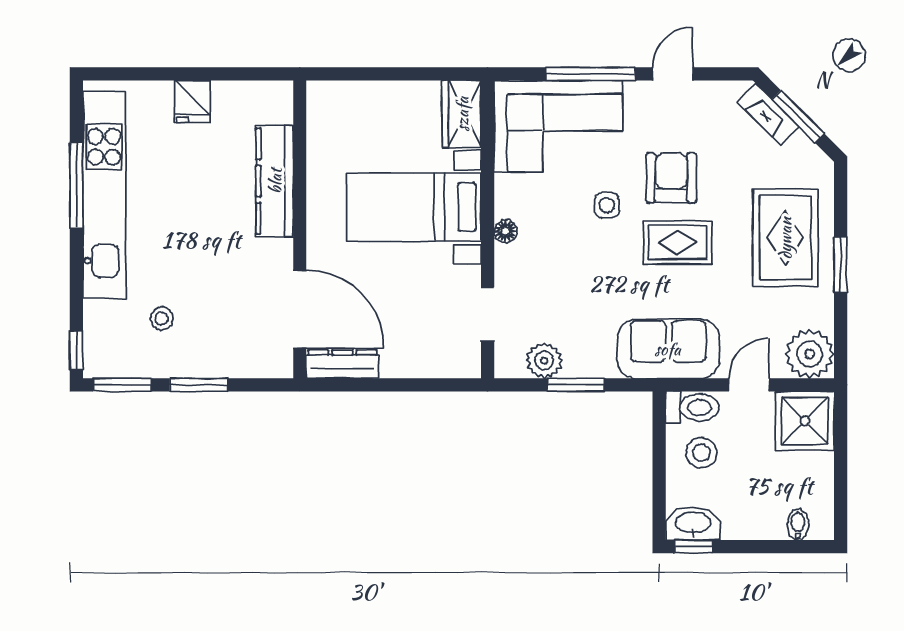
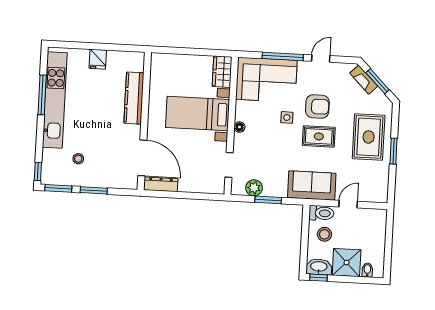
armchair: (671, 178) -> (317, 107), turned 90
plant: (810, 354) -> (377, 191), removed
shower: (805, 421) -> (347, 263), moved

